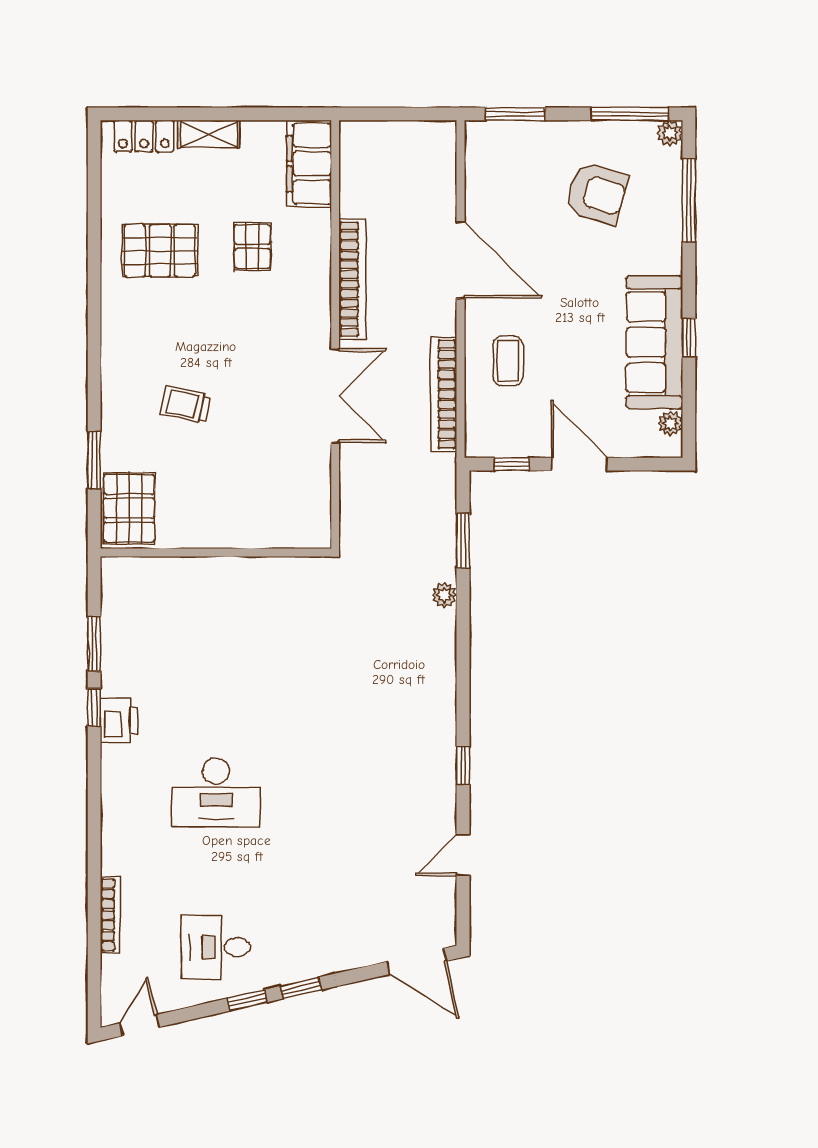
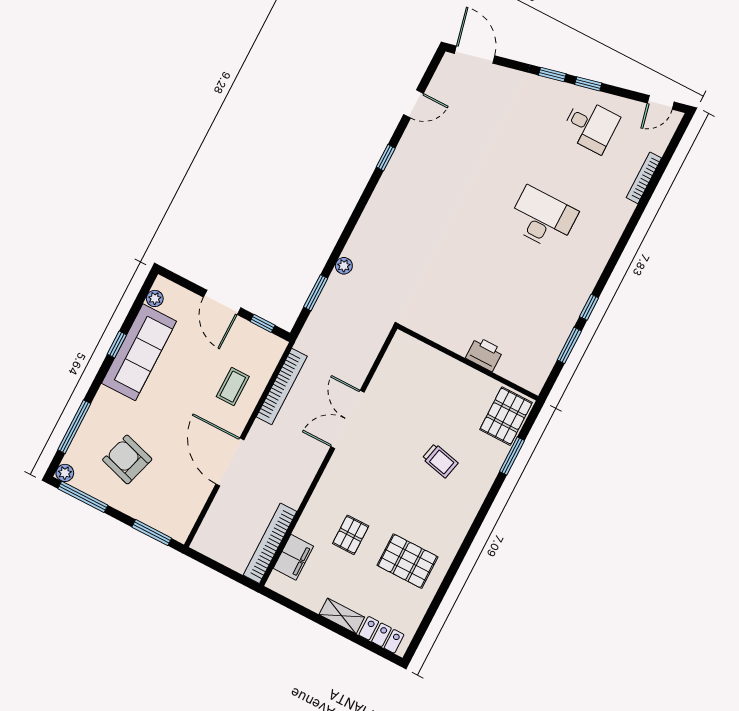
filing cabinet: (309, 164) -> (293, 557), width x0.67, depth x0.86
bookcase: (352, 279) -> (270, 543), moved
printer: (119, 721) -> (484, 354), moved, turned 90

